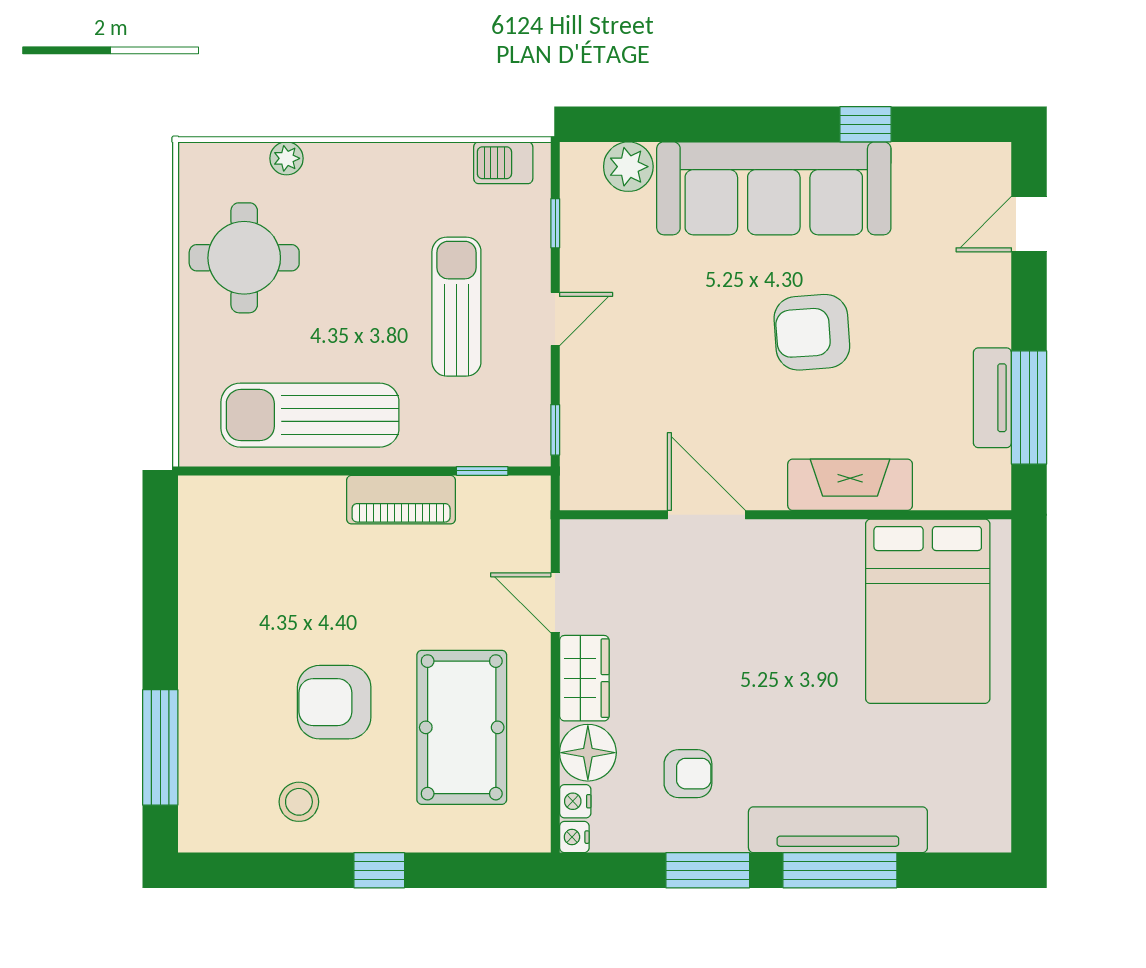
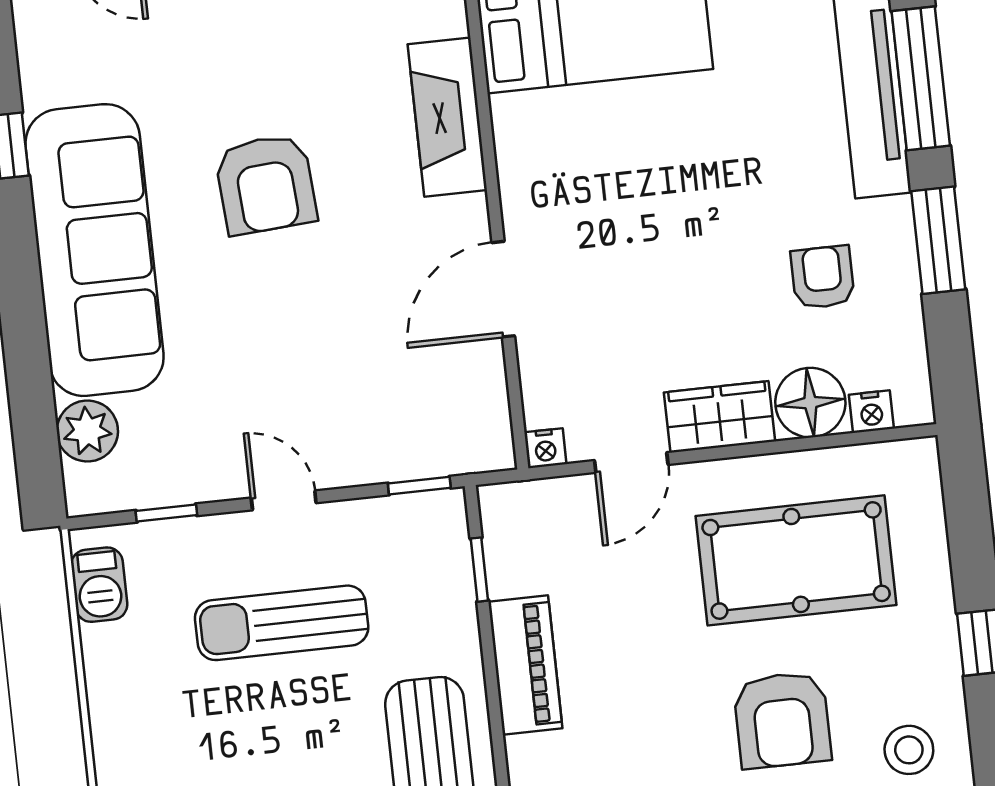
nightstand: (574, 837) -> (545, 448), moved

